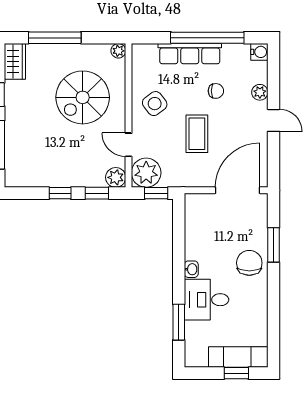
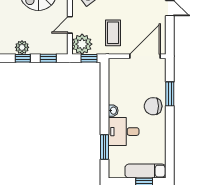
coffee table: (197, 134) -> (113, 33), moved
door: (129, 145) -> (70, 25), hinge flipped
plant: (116, 177) -> (22, 47), moved
chair: (249, 263) -> (153, 106), turned -90

